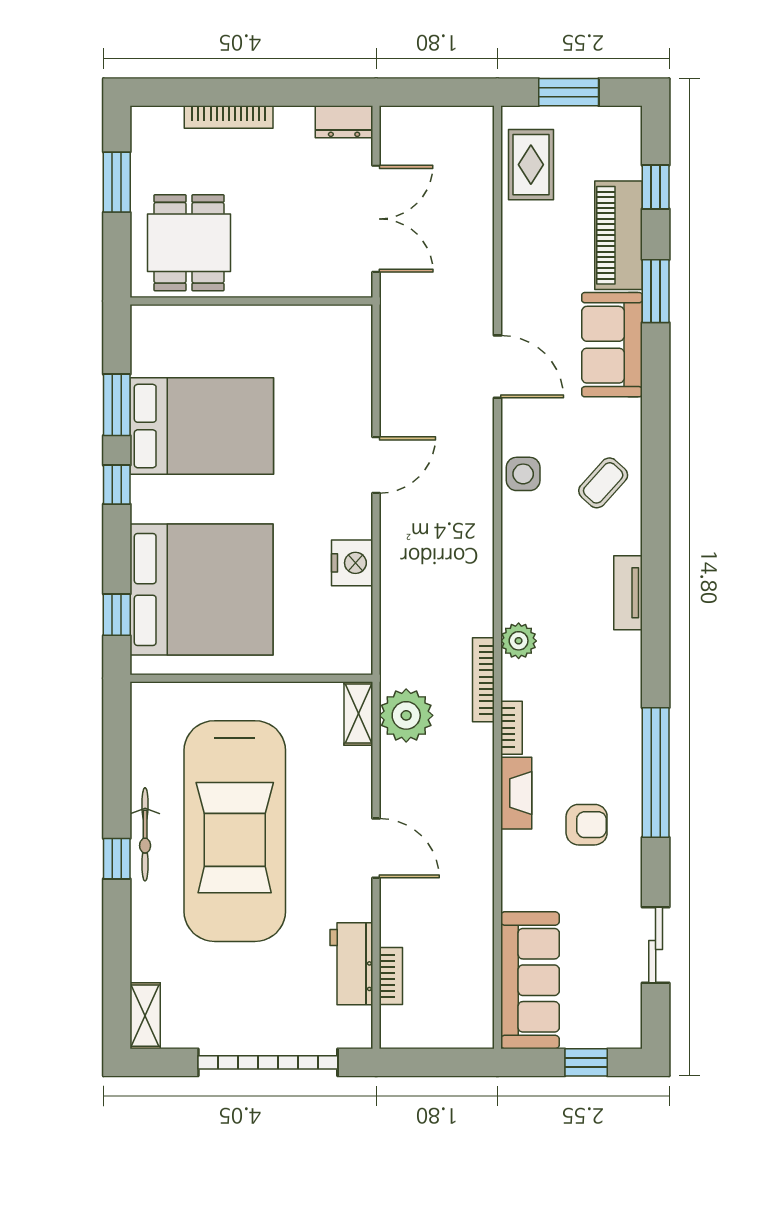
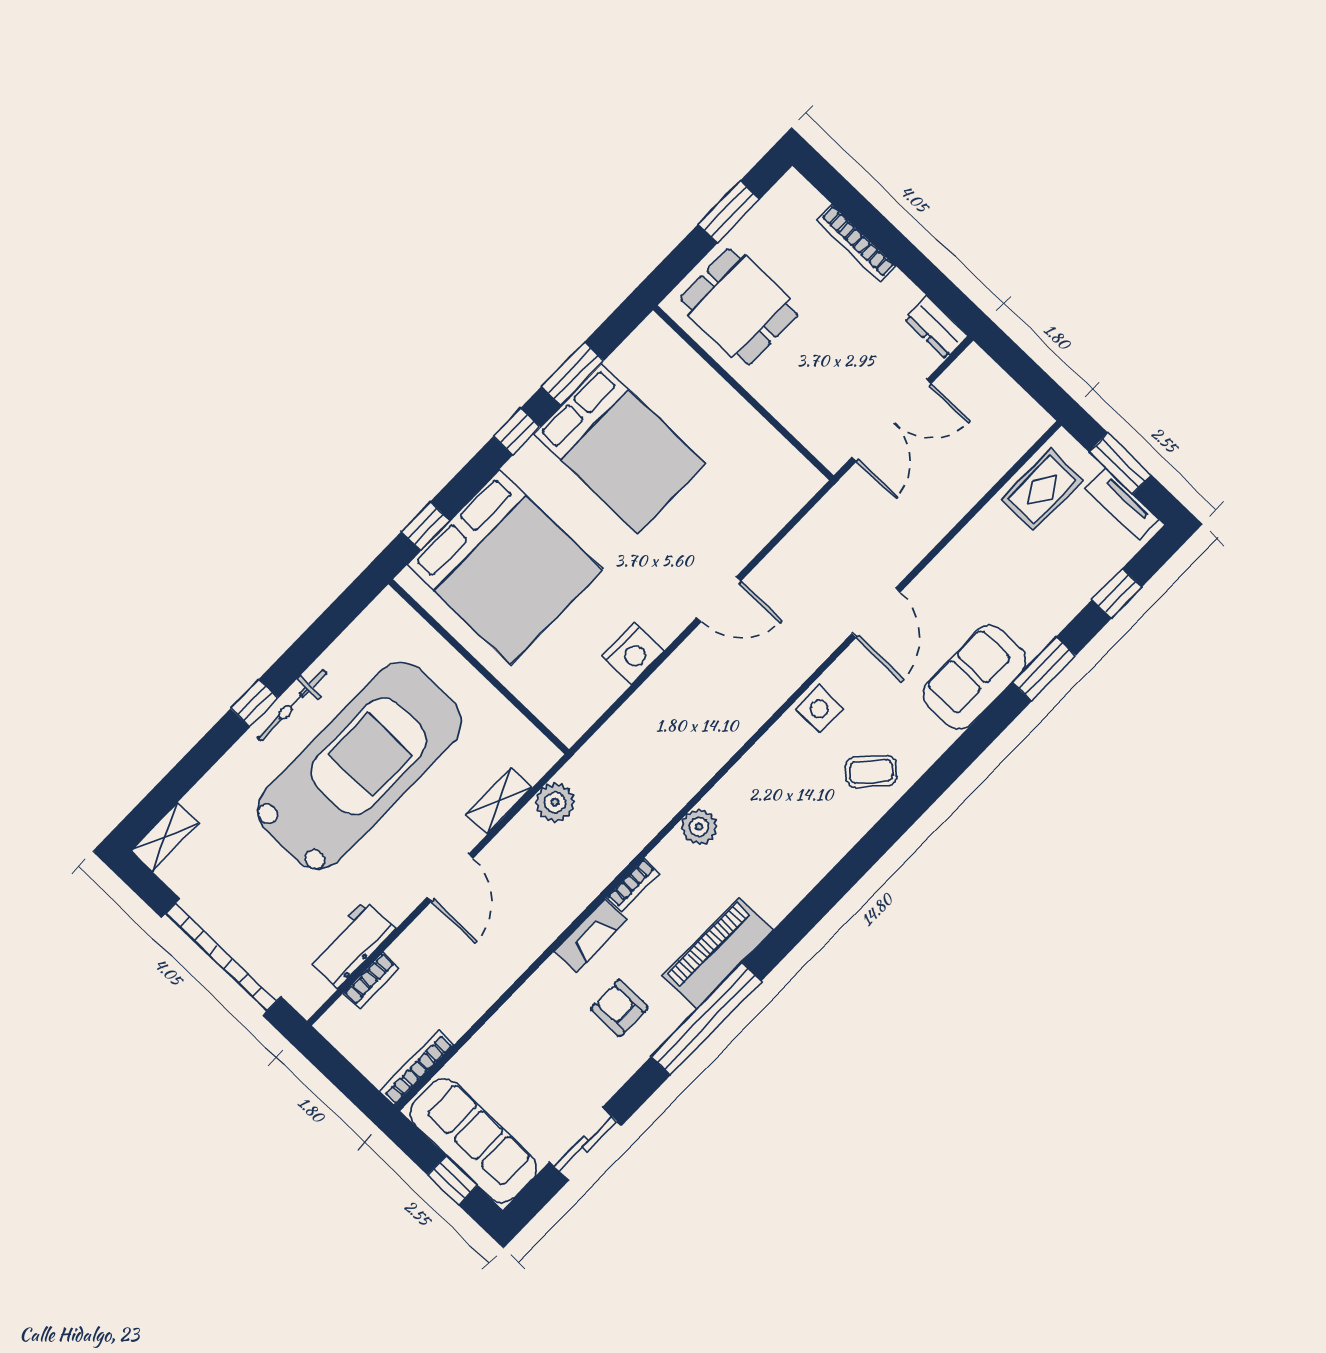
piano: (619, 235) -> (717, 953), moved
dining table: (189, 243) -> (739, 307), turned 90
tv unit: (628, 593) -> (1122, 504), moved, turned -90
bookcase: (483, 680) -> (417, 1068), moved
shelving: (358, 714) -> (499, 801), moved
plant: (406, 715) -> (555, 802), width x0.73, depth x0.73
armchair: (587, 825) -> (619, 1008), turned 180
car: (235, 831) -> (359, 766), turned 180
sofa: (530, 980) -> (473, 1141), moved, turned -90

